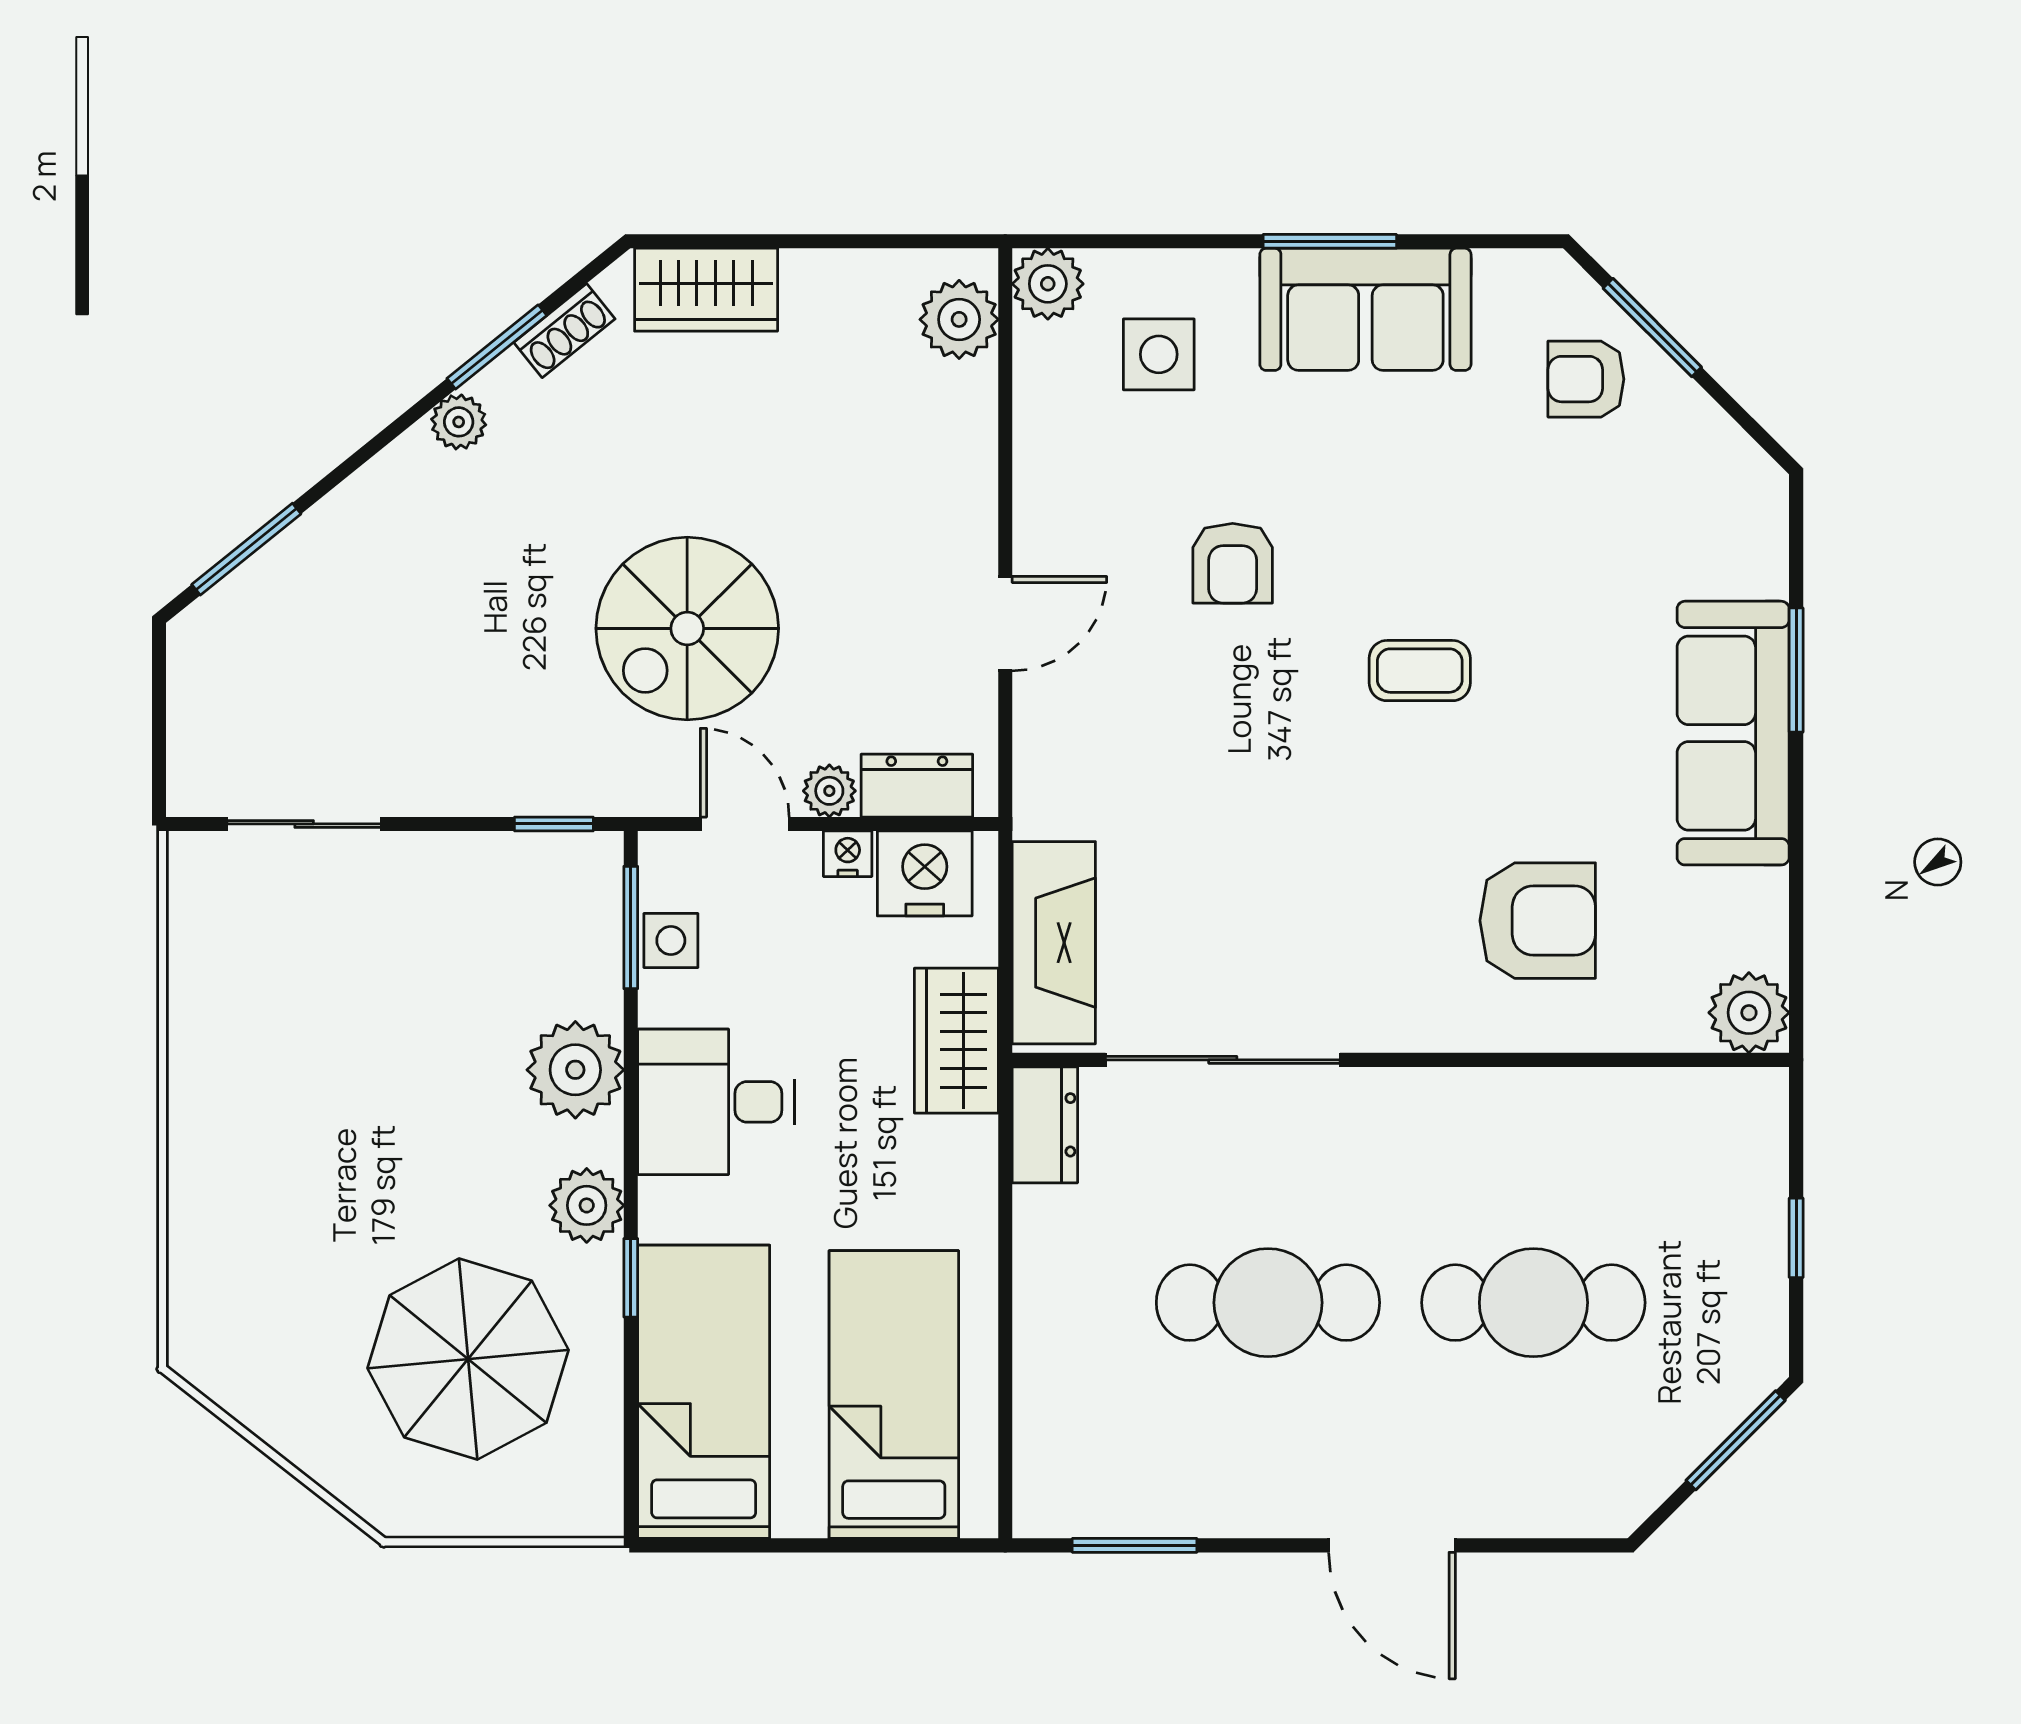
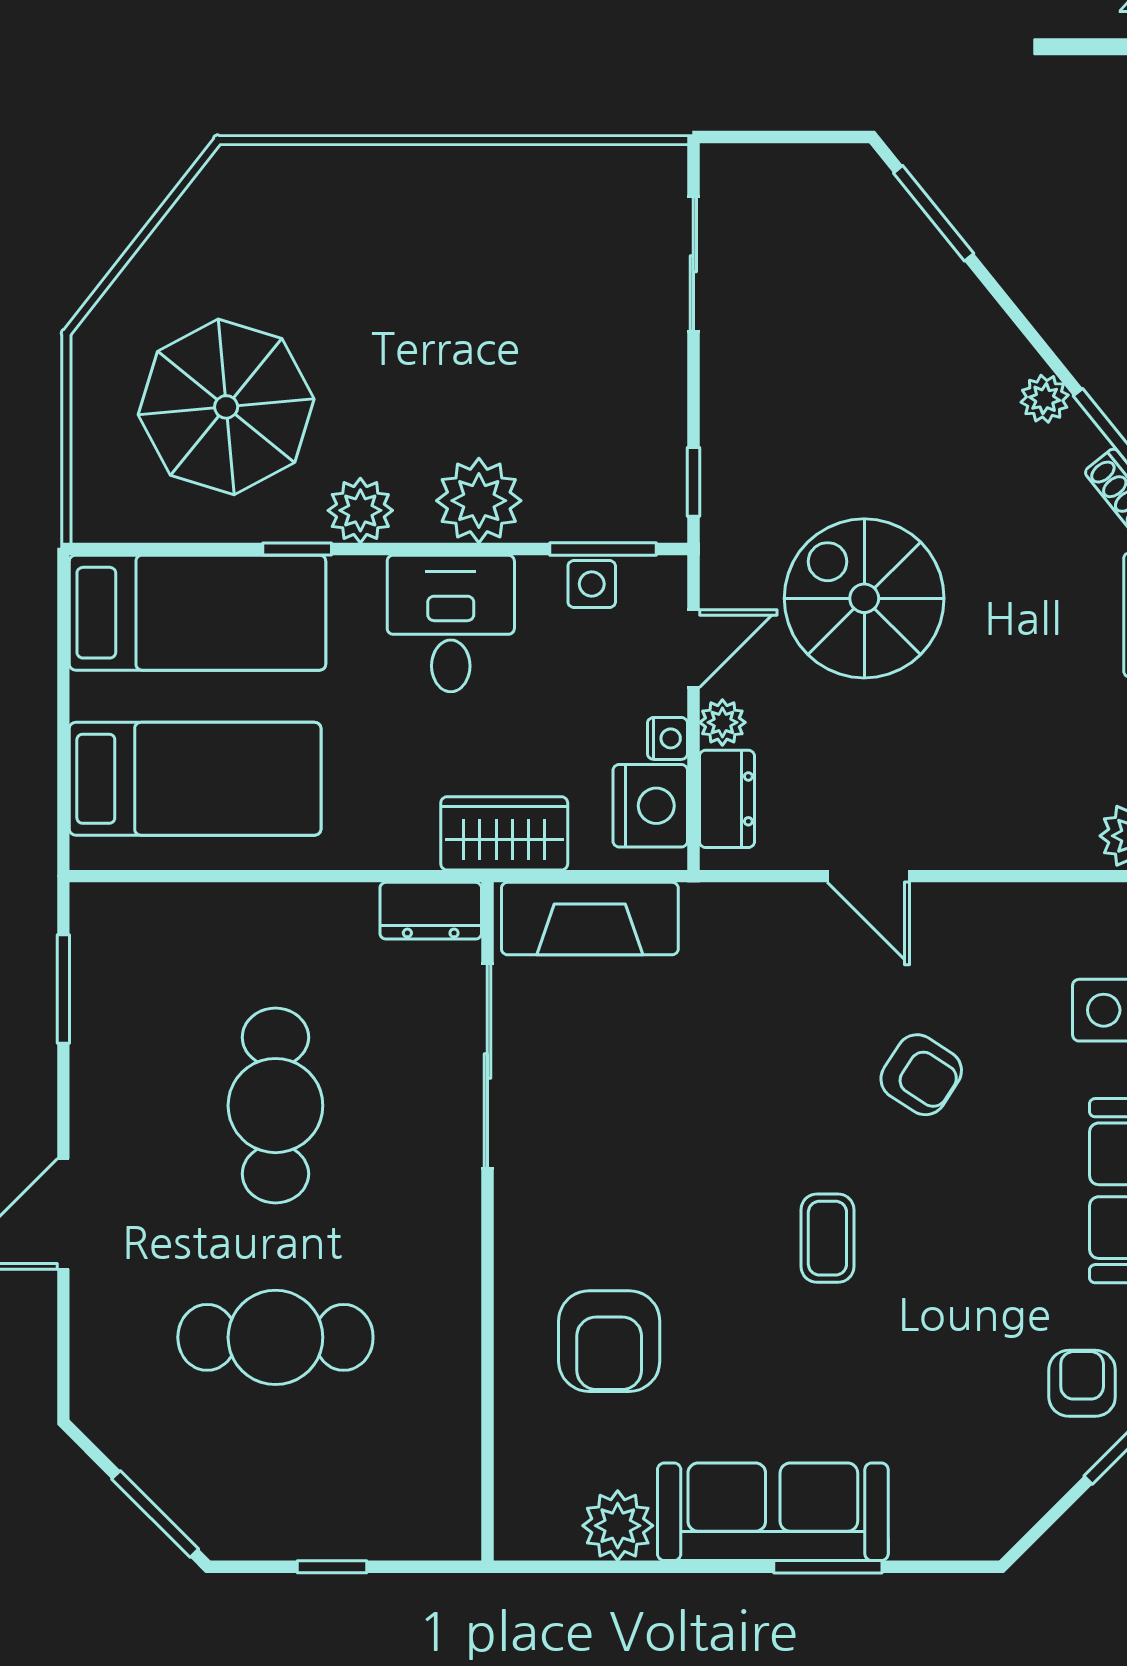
armchair: (1233, 563) -> (921, 1075), turned -147
plant: (1749, 1013) -> (618, 1526), moved
cafe table: (1533, 1303) -> (275, 1337), turned 90

